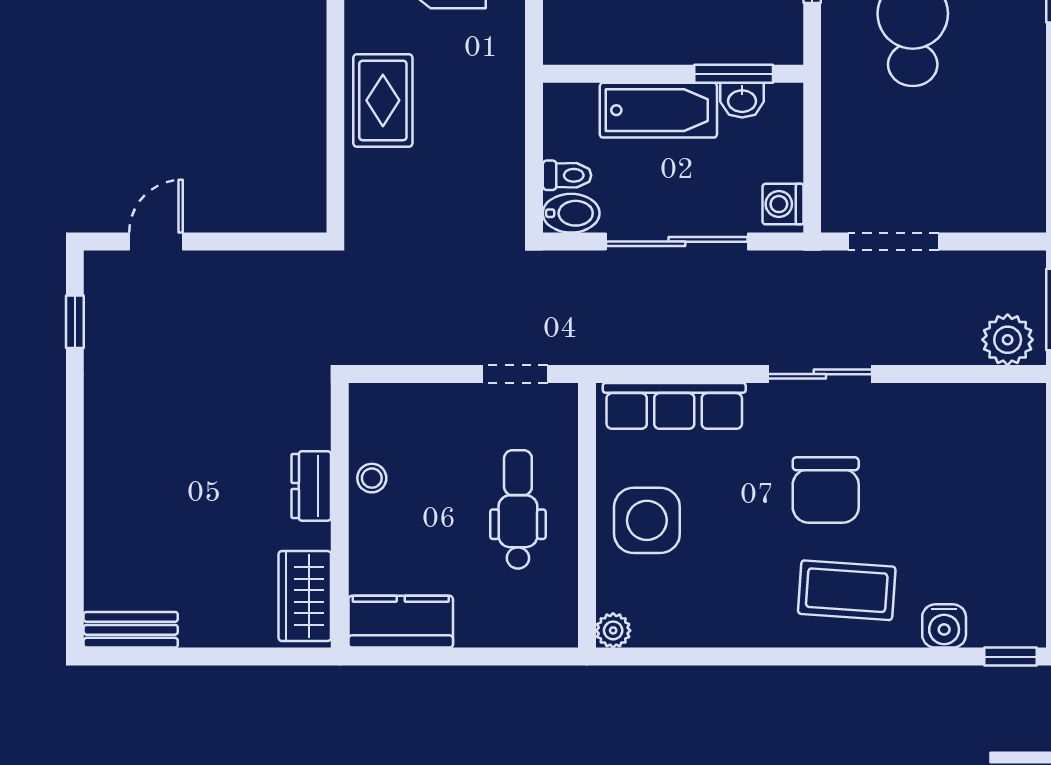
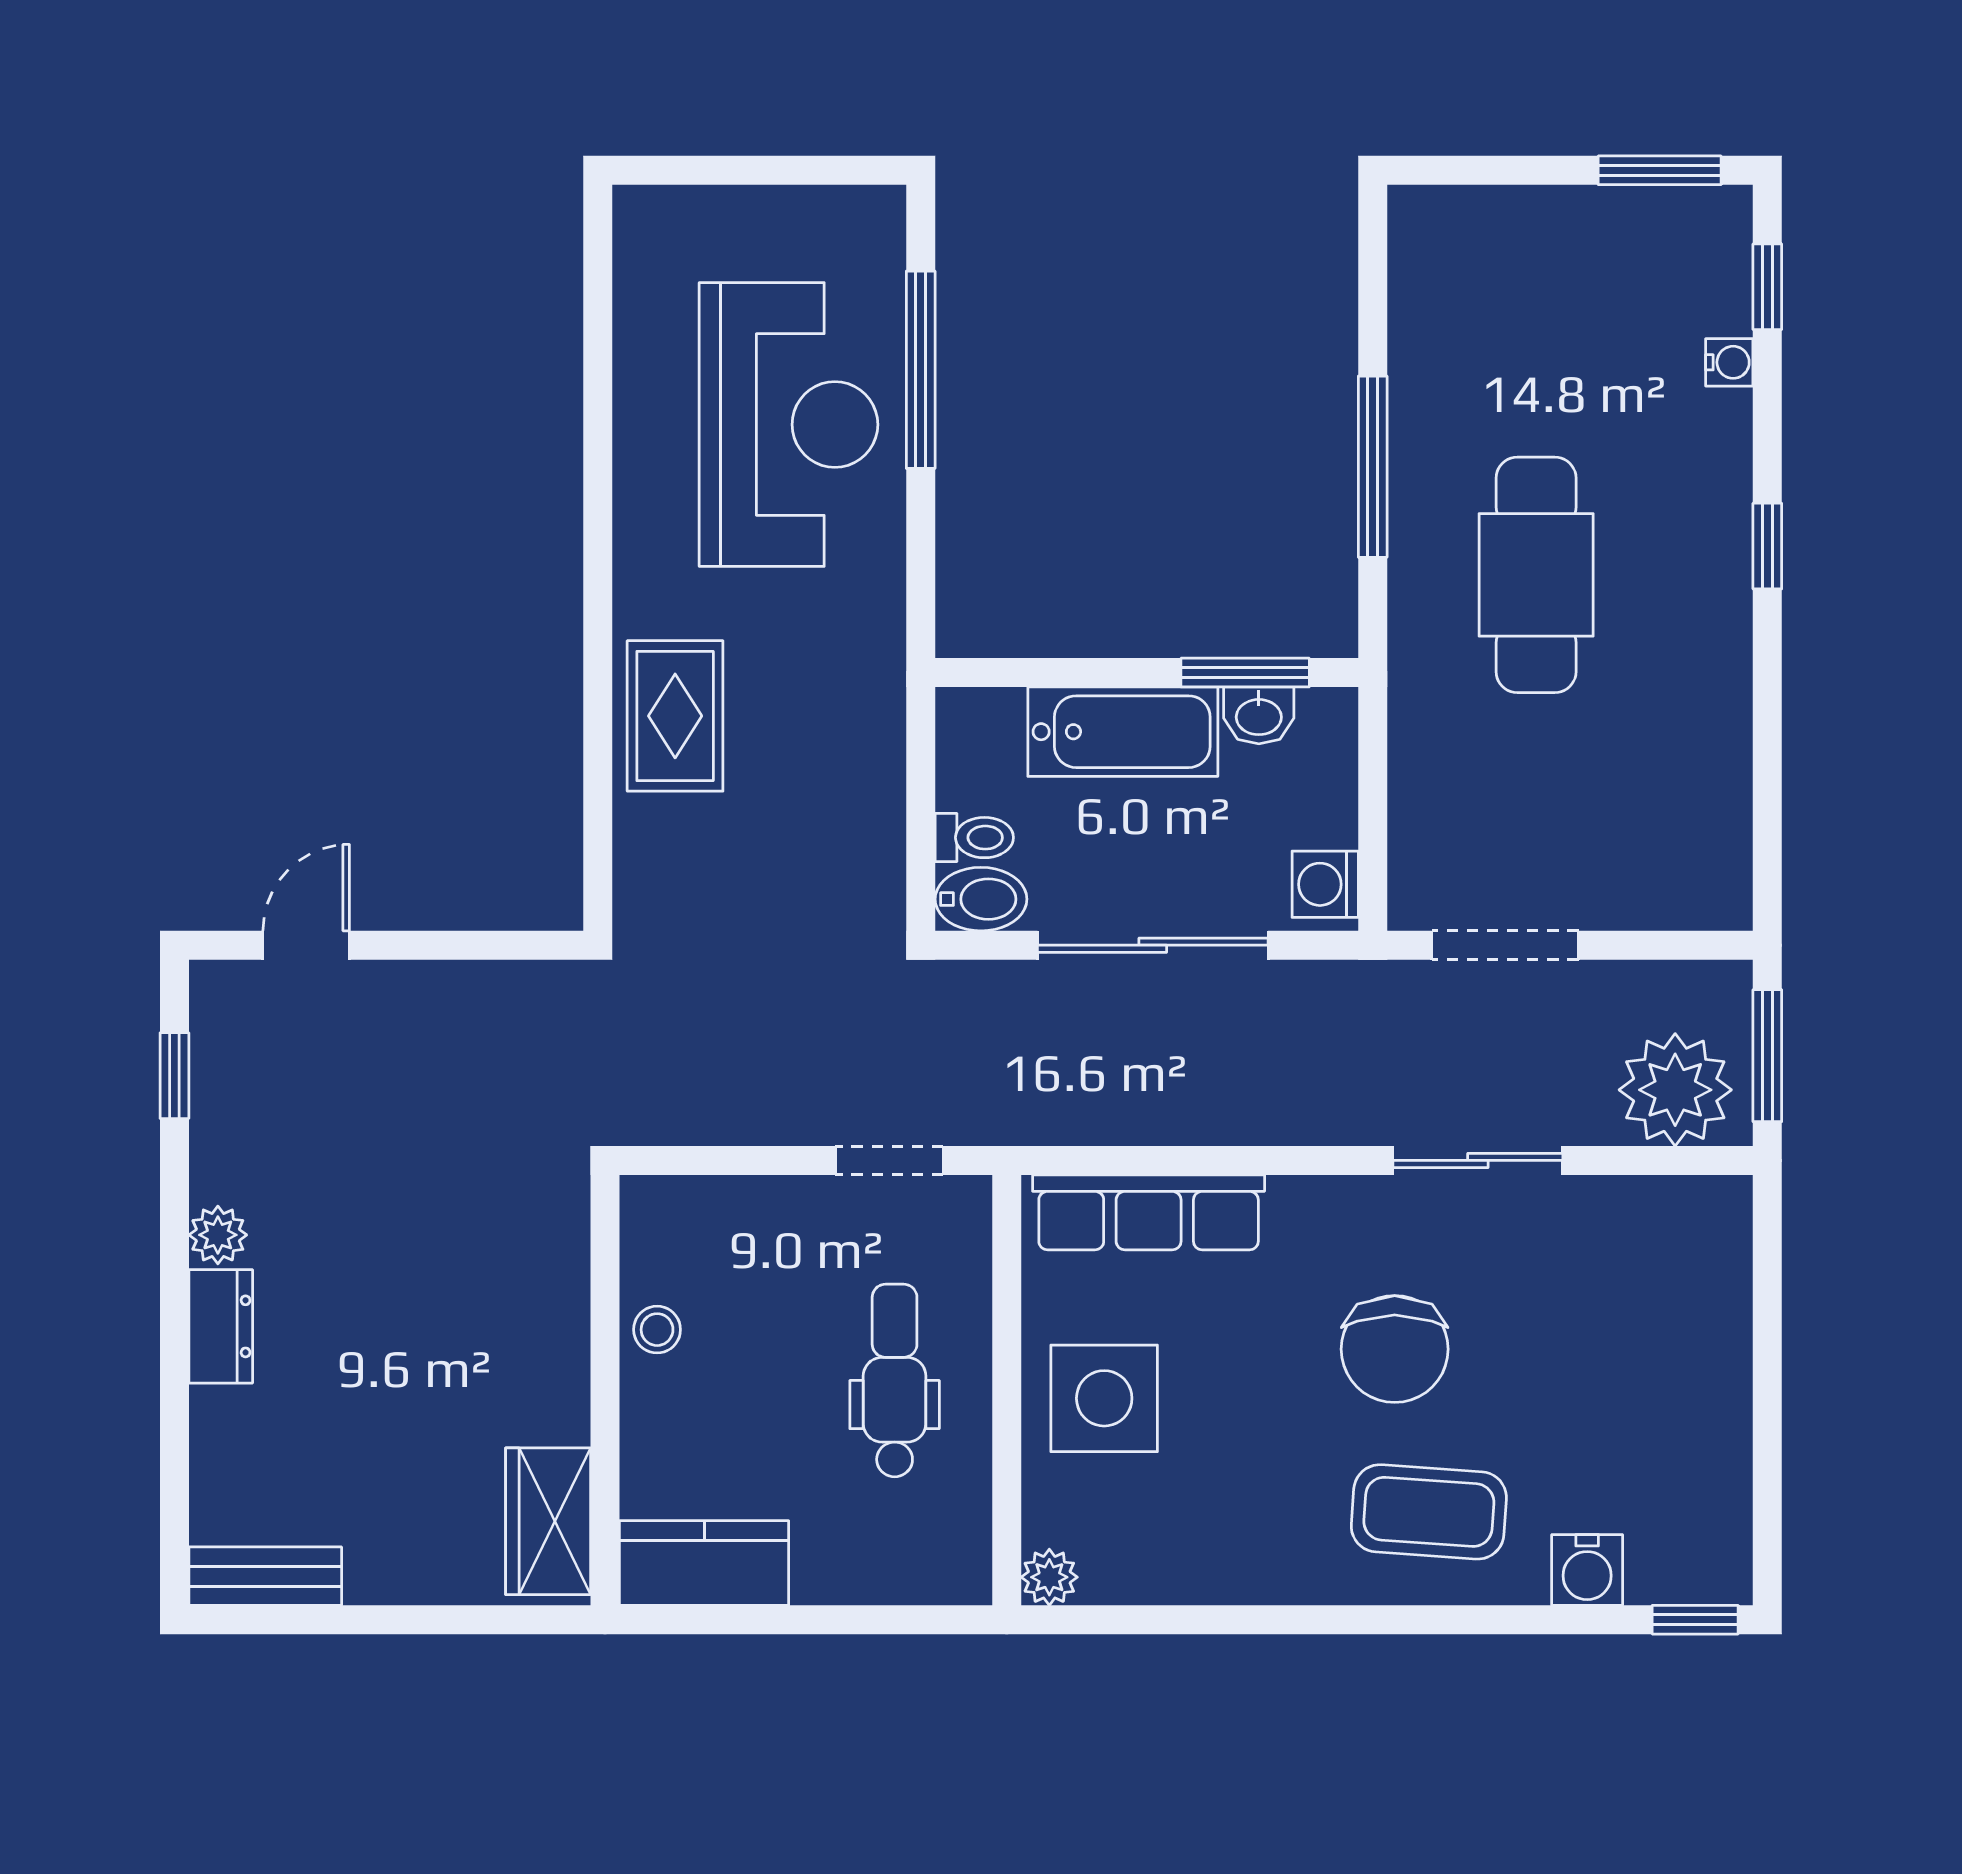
plant: (1008, 340) -> (1675, 1090), width x1.36, depth x1.36
sliding door: (820, 374) -> (1478, 1160), moved
plant: (102, 420) -> (218, 1235), added
dresser: (311, 486) -> (221, 1326), moved, turned 180

